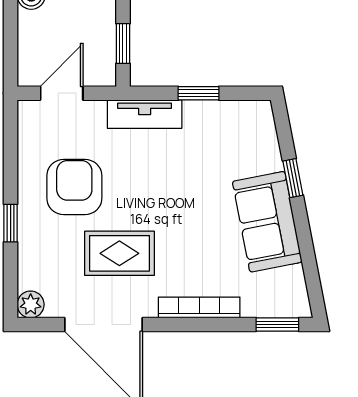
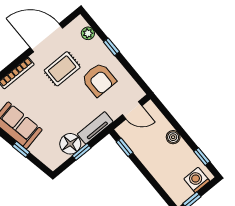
door: (62, 93) -> (132, 110), hinge flipped
floor lamp: (206, 121) -> (70, 144), added
plant: (31, 304) -> (88, 33), moved

